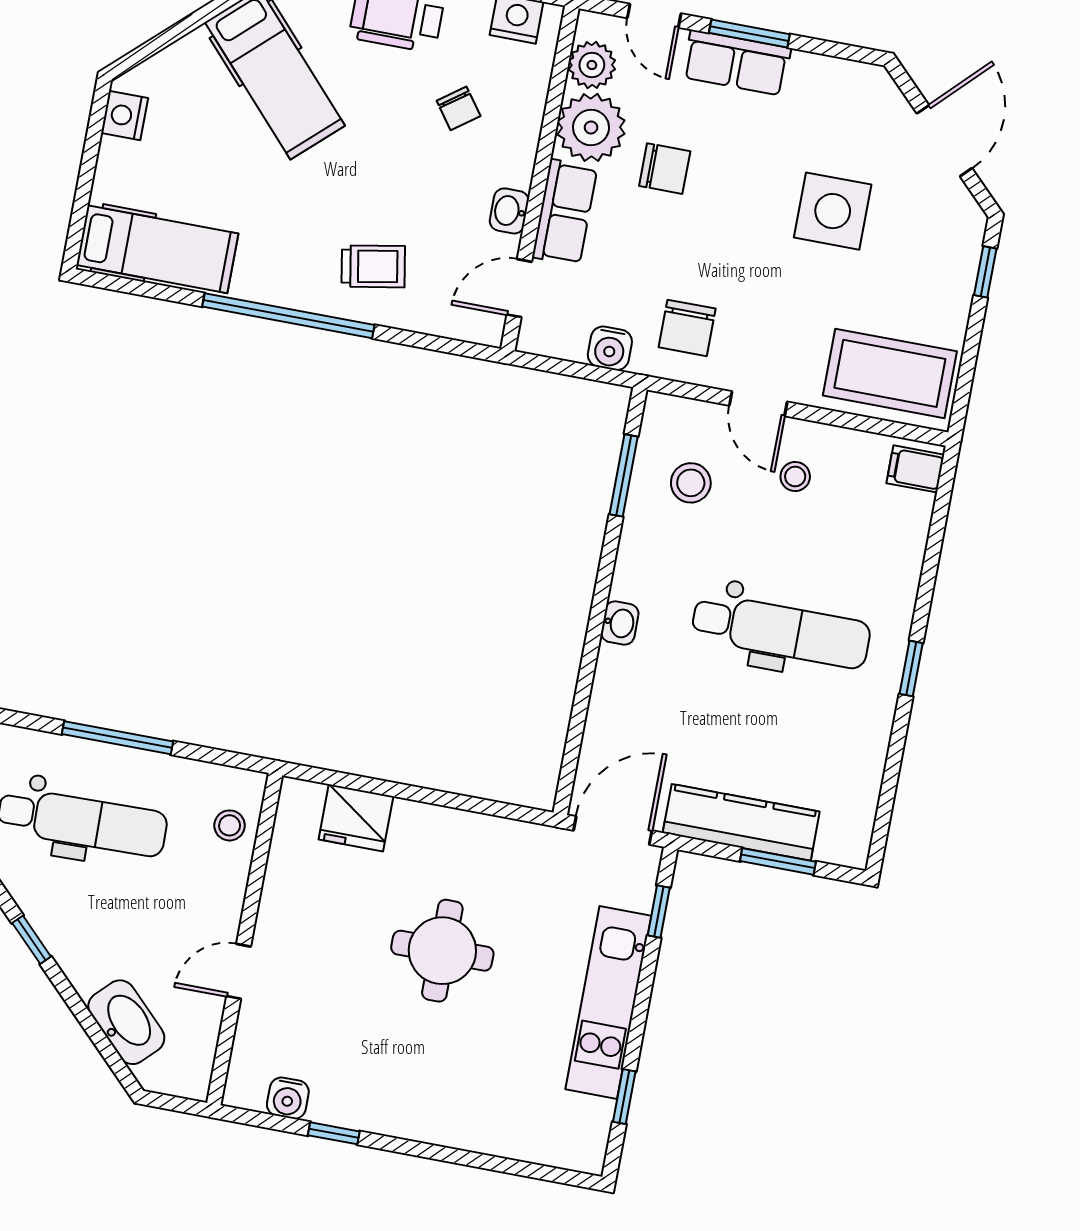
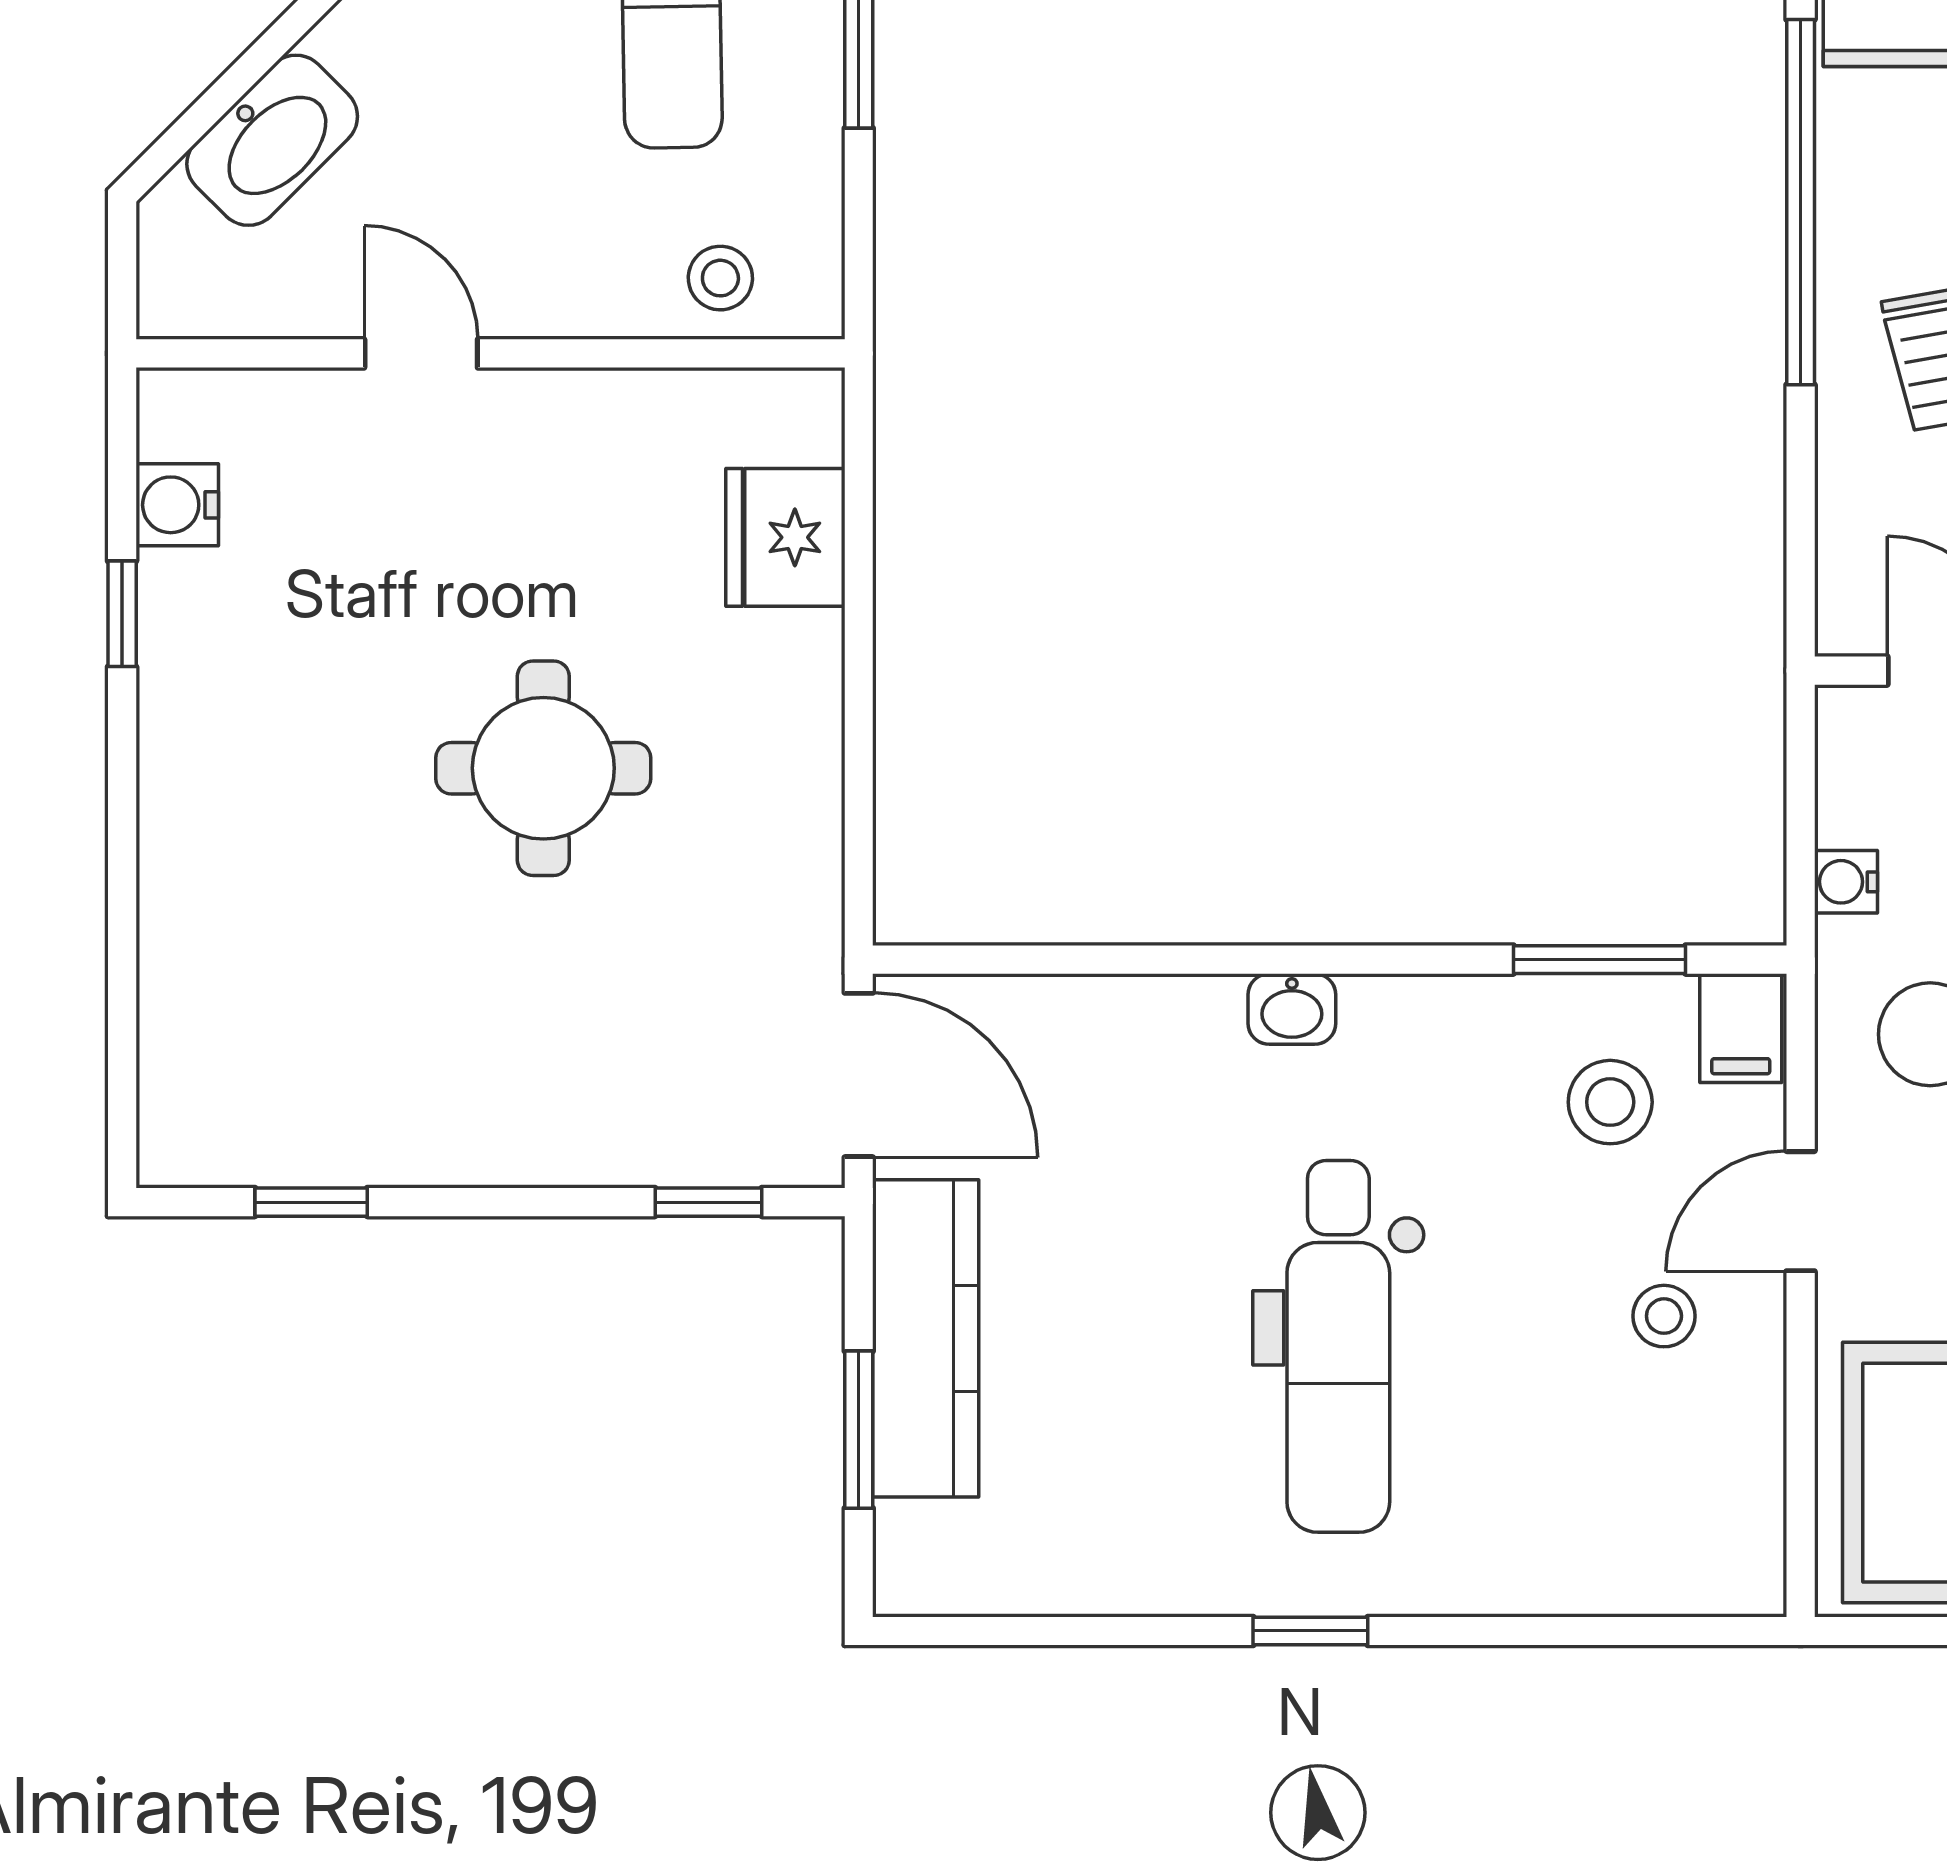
water cooler: (610, 348) -> (1846, 882), width x0.72, depth x0.72
filing cabinet: (915, 469) -> (1741, 1028), moved, turned 180
kitchen unit: (608, 1003) -> (500, 1133), removed

